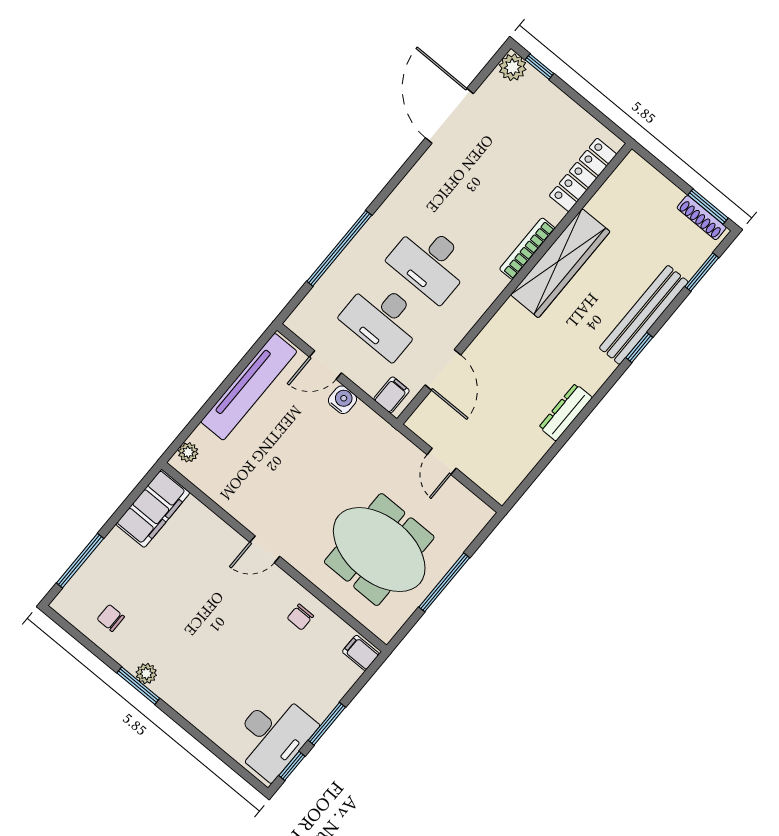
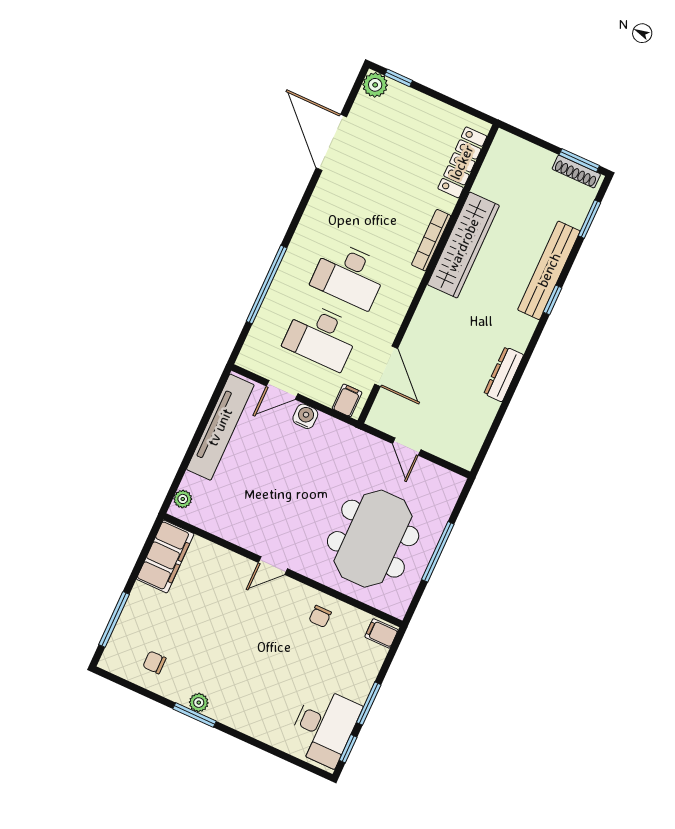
meeting table: (379, 550) -> (373, 539), turned 90

